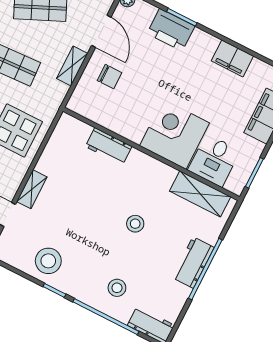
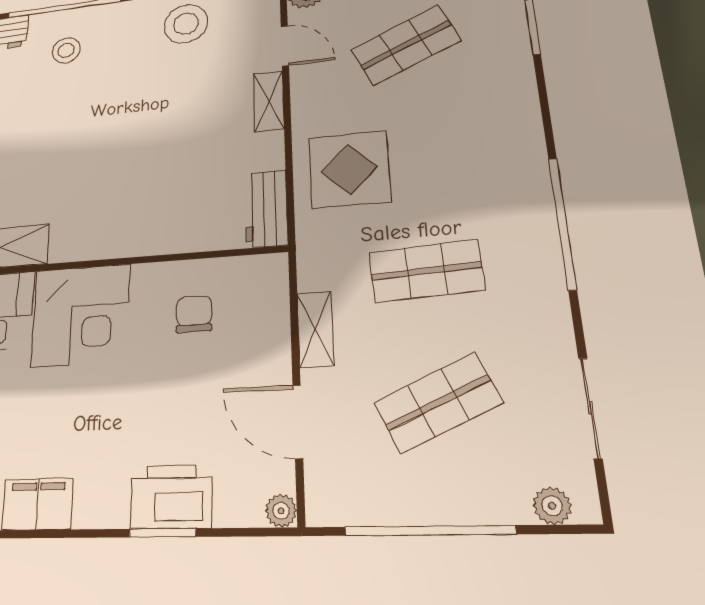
chair: (109, 77) -> (194, 314), moved, turned 90
workbench: (109, 146) -> (266, 209), moved, turned -90
stool: (135, 224) -> (81, 148), removed

